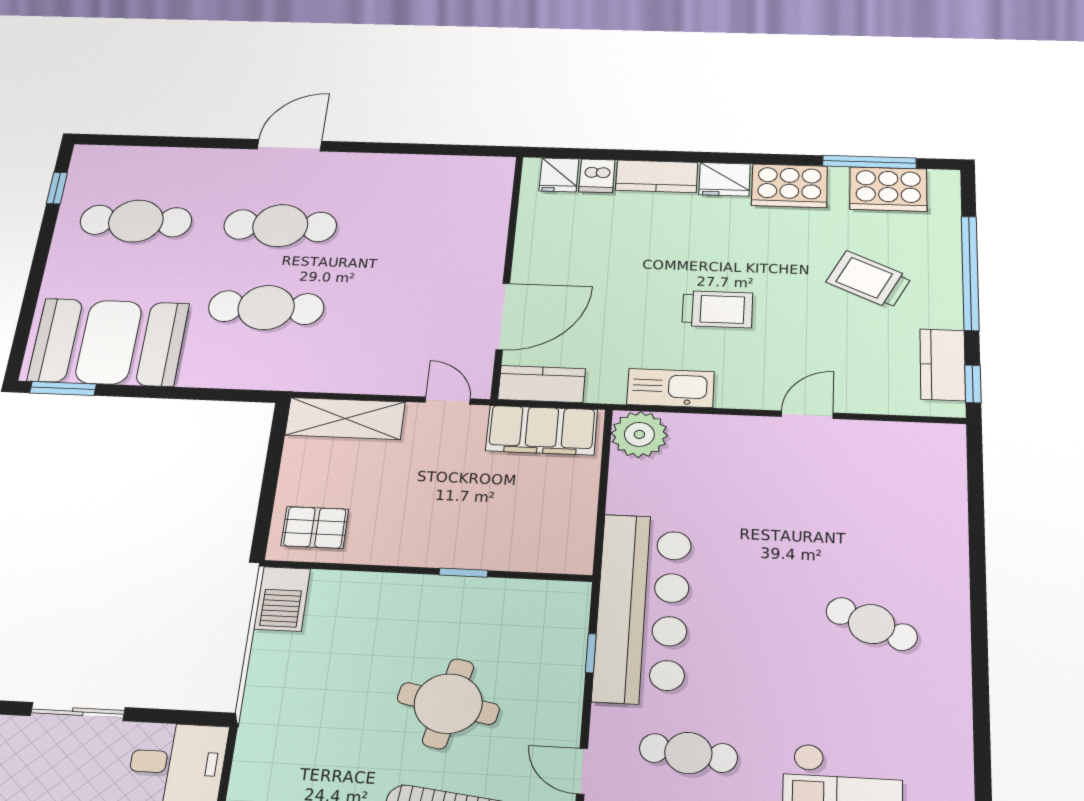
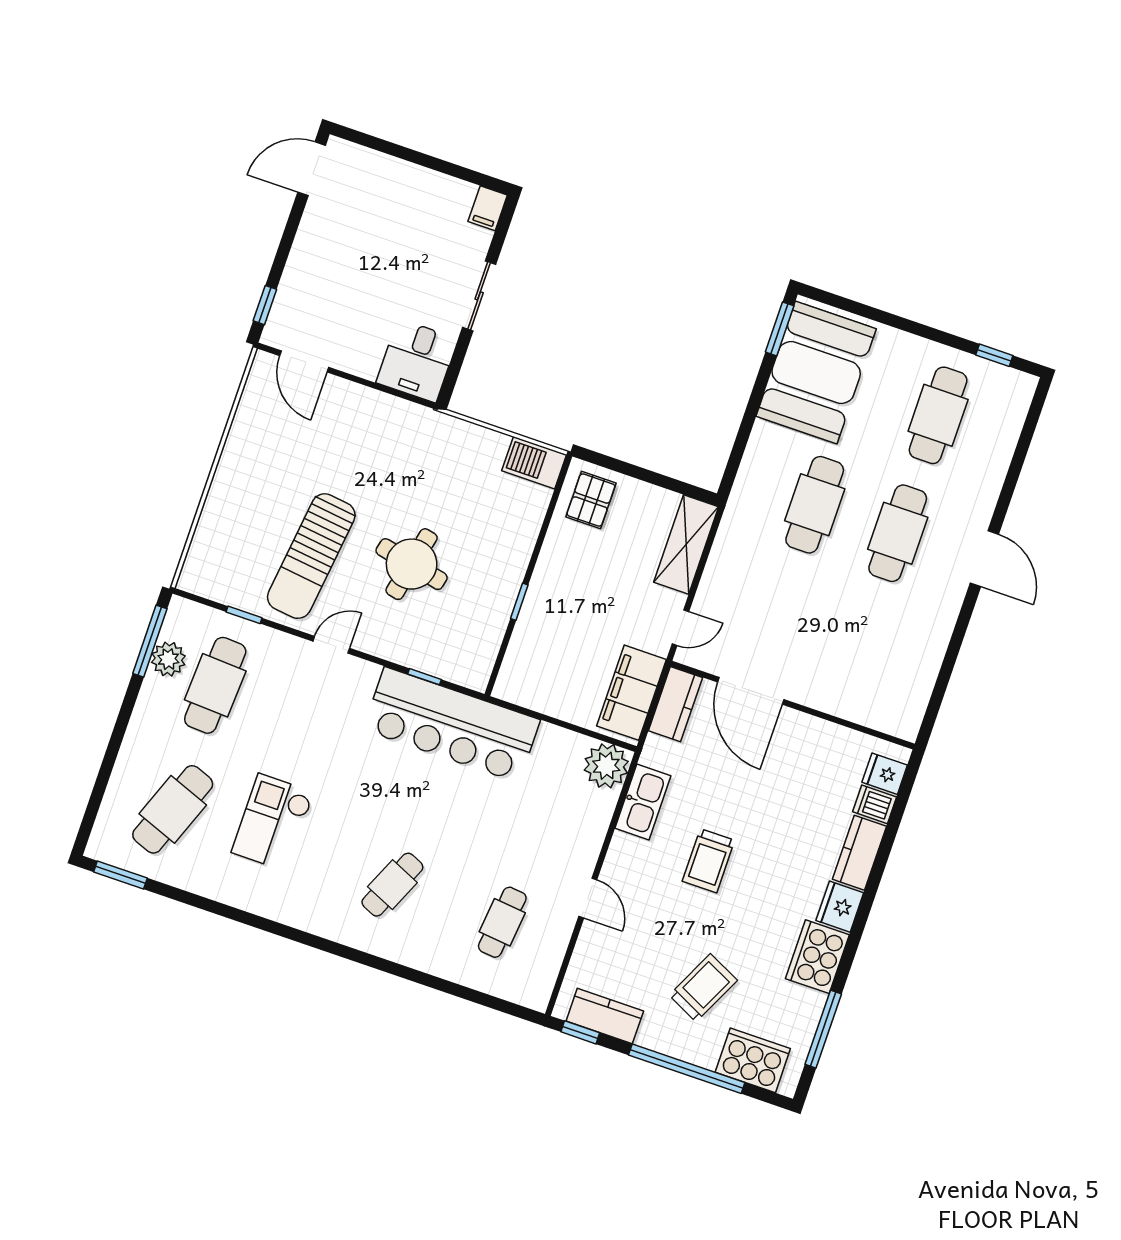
cooker: (888, 189) -> (753, 1060), moved, turned 90
cafe table: (688, 753) -> (502, 922), moved

